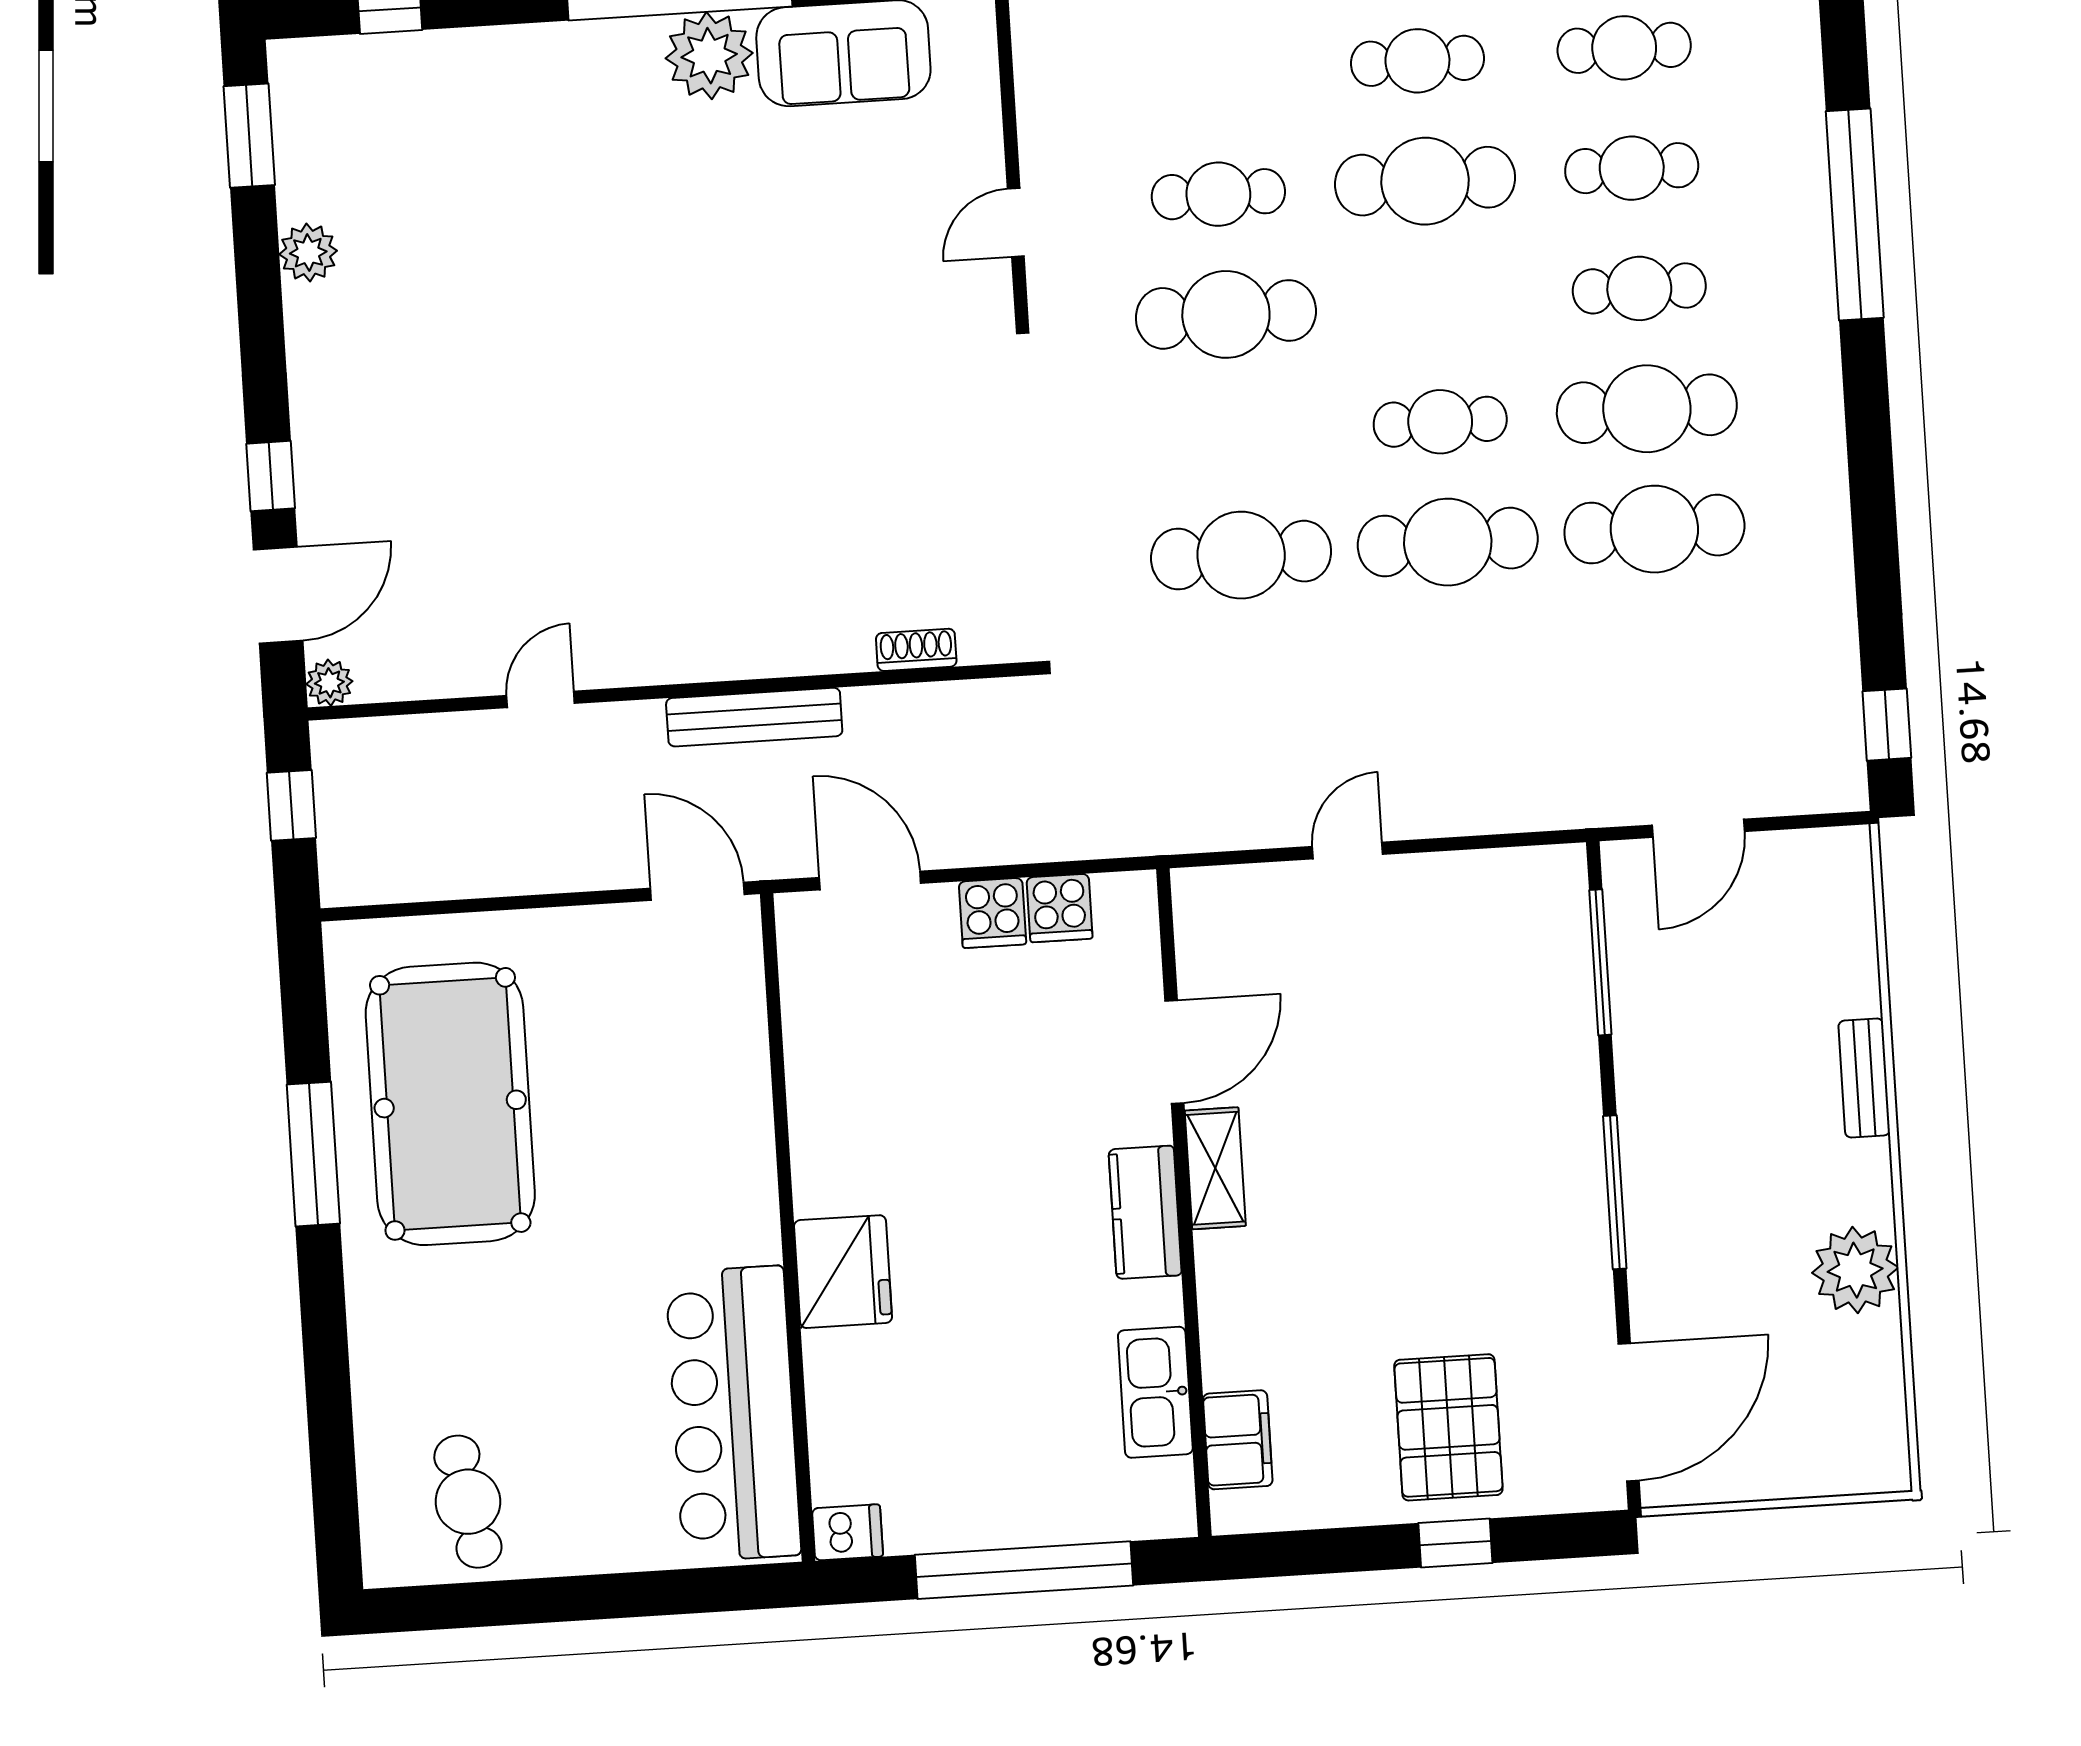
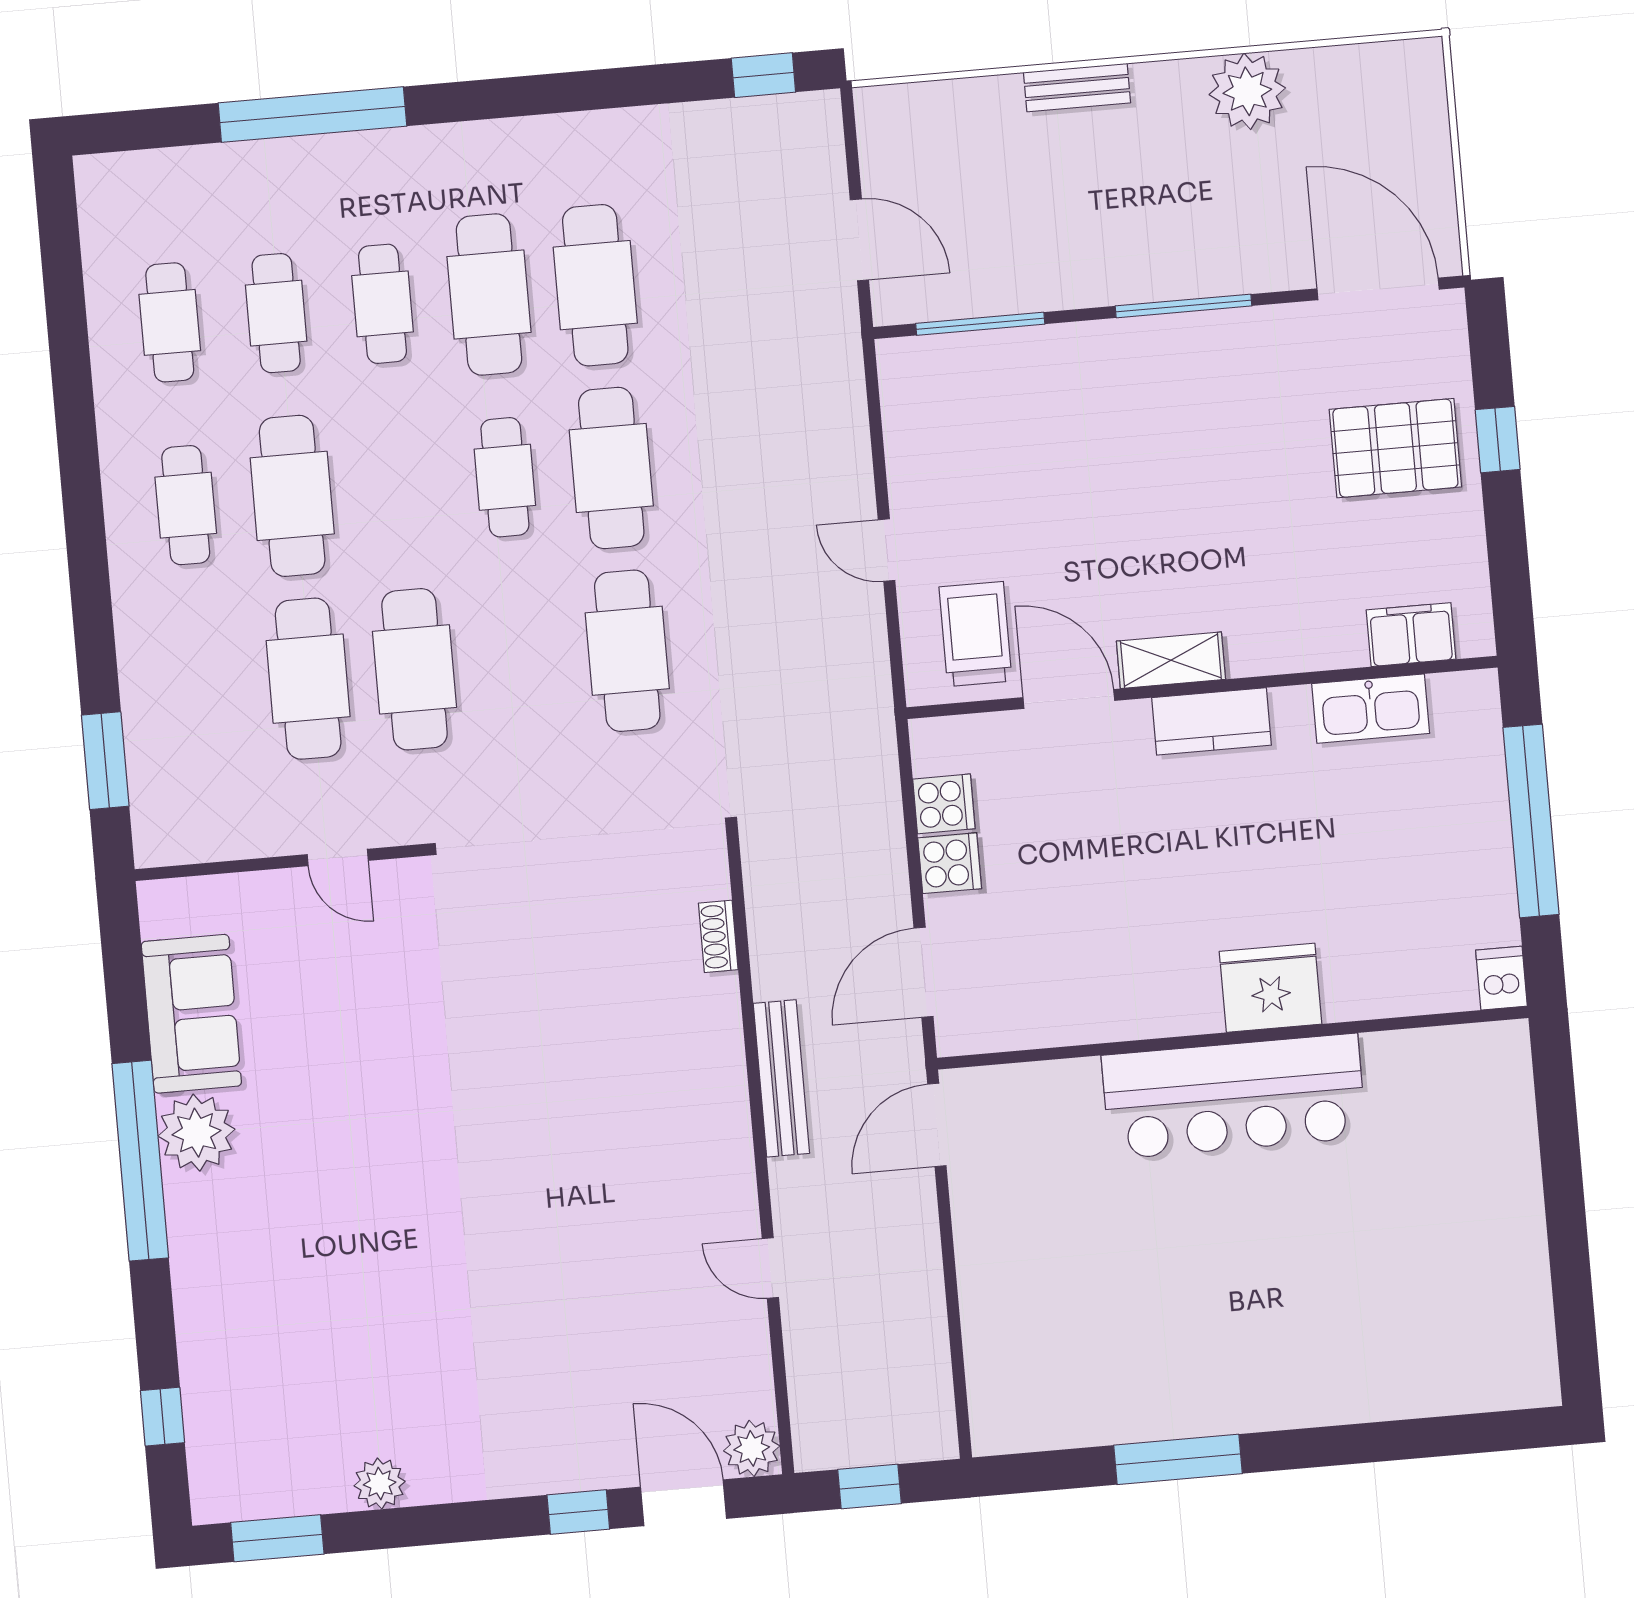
cafe table: (1218, 194) -> (308, 679), width x1.37, depth x1.35
plant: (329, 683) -> (752, 1448), width x1.38, depth x1.38
trolley: (1250, 948) -> (976, 634), added
pool table: (450, 1104) -> (1131, 1339), removed
bar counter: (733, 1414) -> (1234, 1096), moved
cafe table: (468, 1502) -> (1482, 1315), removed

